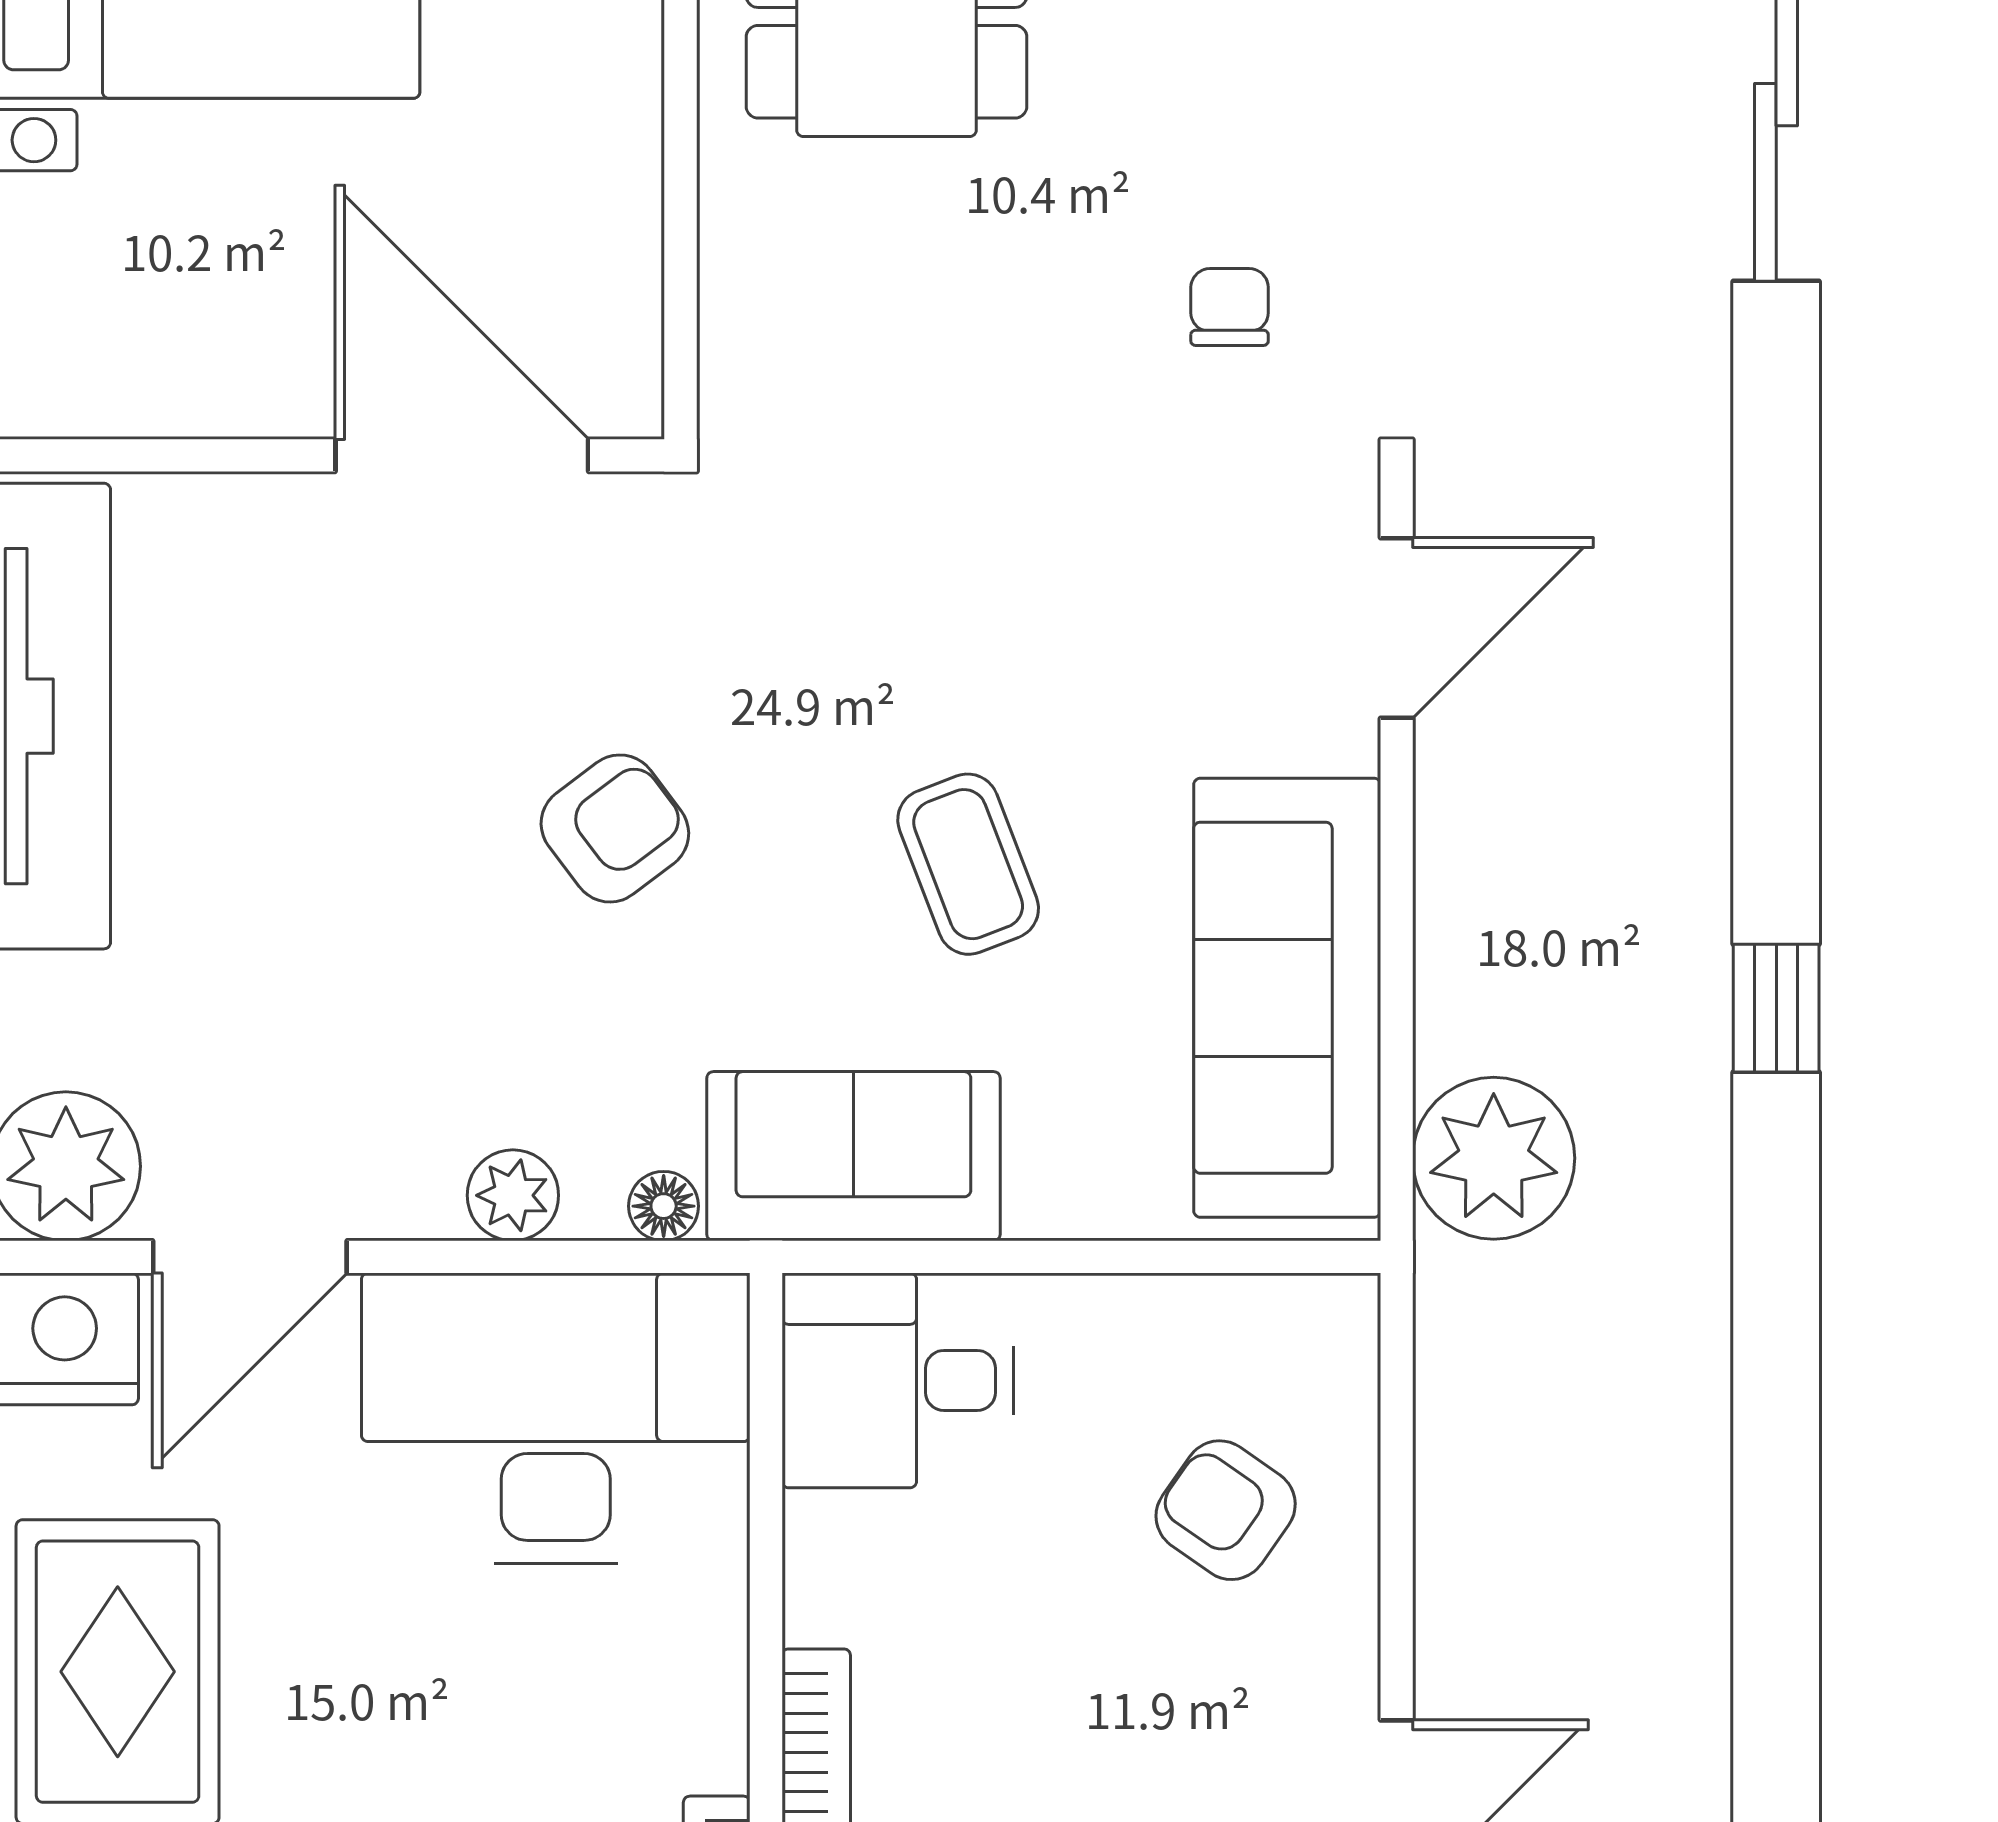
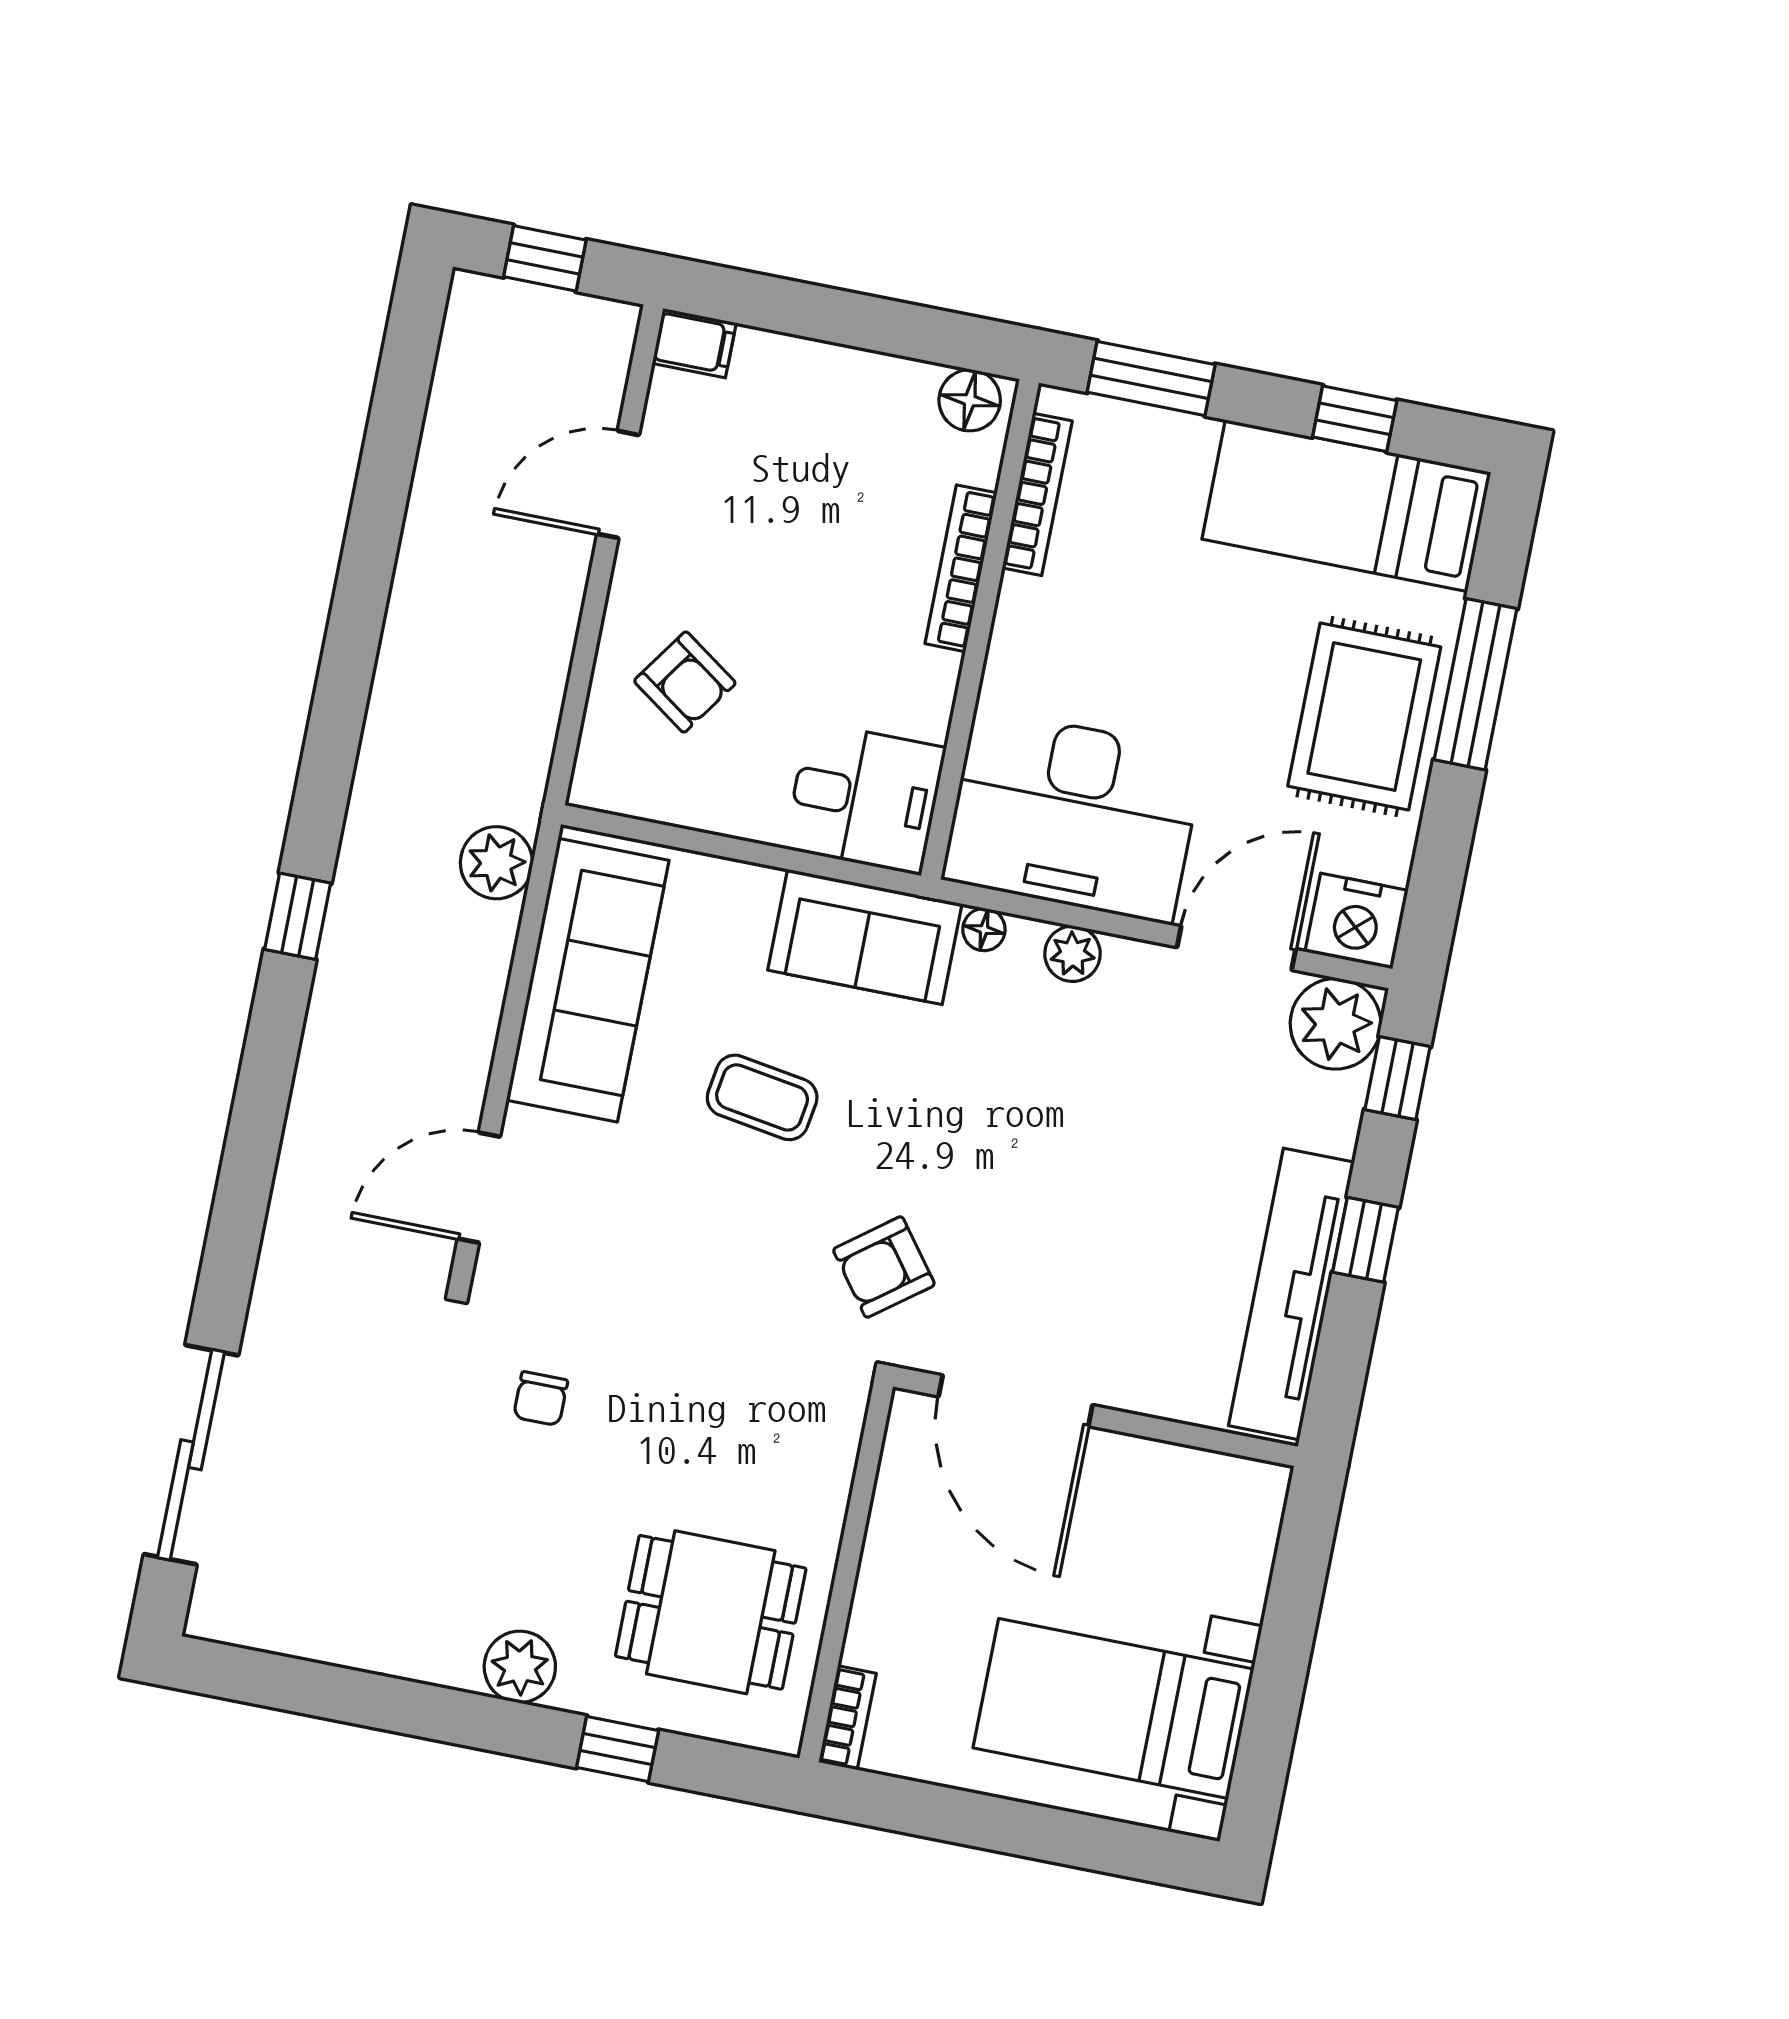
armchair: (615, 828) -> (884, 1267), moved
coffee table: (968, 864) -> (762, 1097), turned -60
plant: (1494, 1158) -> (496, 863), width x0.73, depth x0.73

